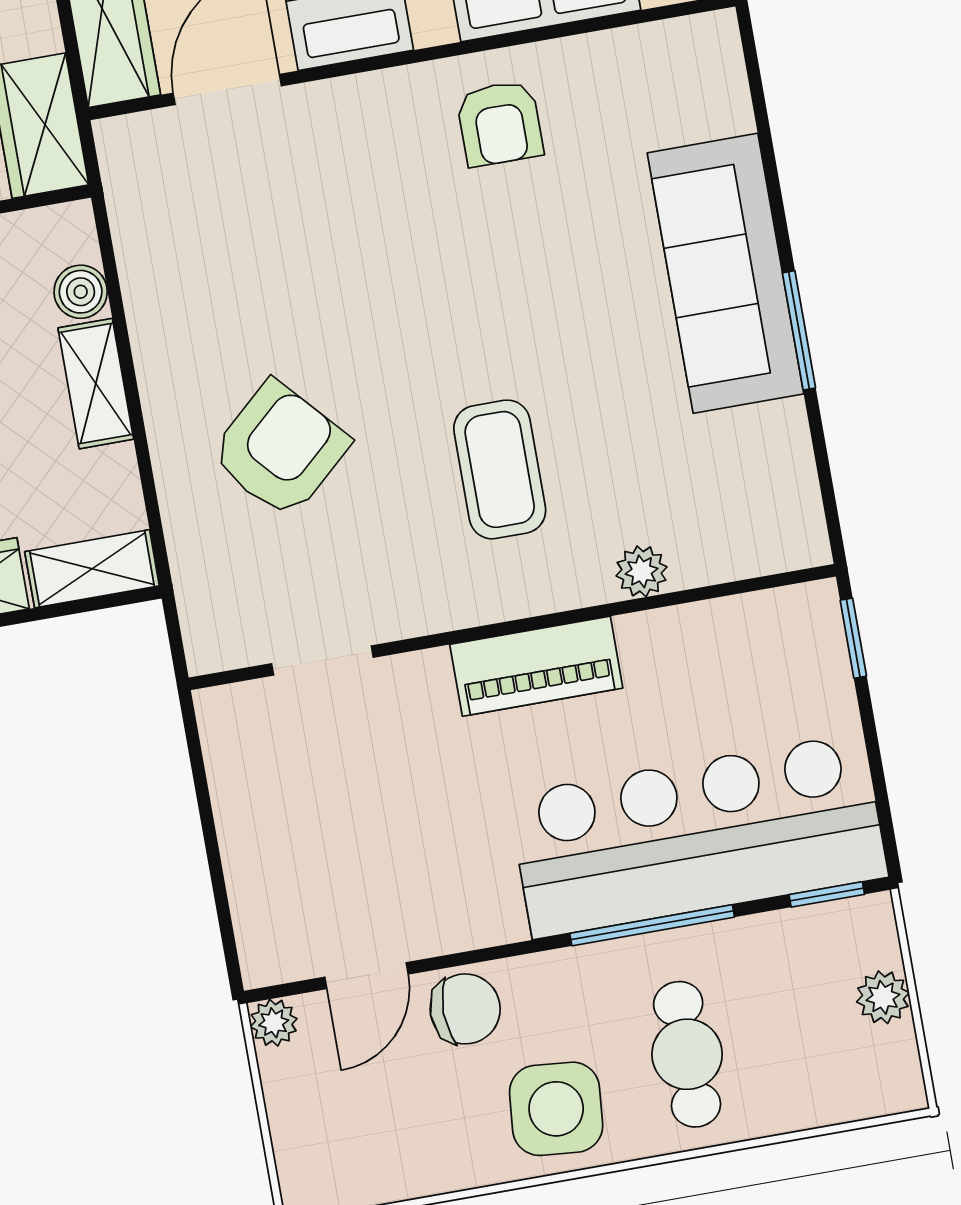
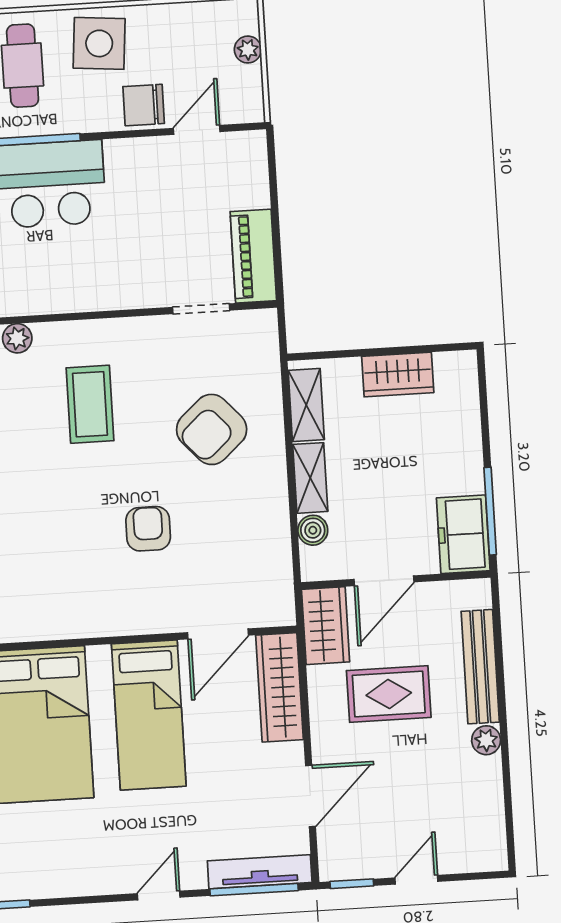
armchair: (500, 123) -> (148, 529), moved
shelving: (92, 569) -> (306, 405), moved, turned 90
piano: (536, 666) -> (253, 256), moved, turned -90
plant: (274, 1023) -> (248, 50), moved

